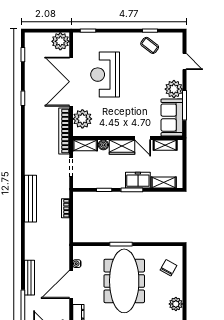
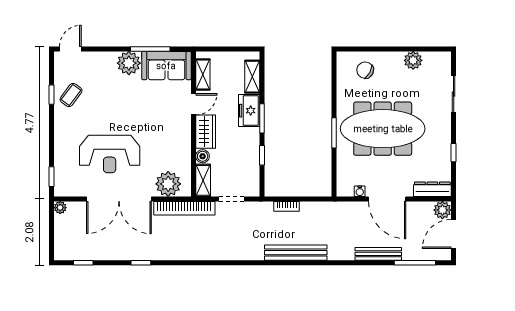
plant: (60, 41) -> (60, 208), width x0.53, depth x0.53
door: (184, 62) -> (70, 49), moved
bench: (30, 199) -> (296, 253), moved

